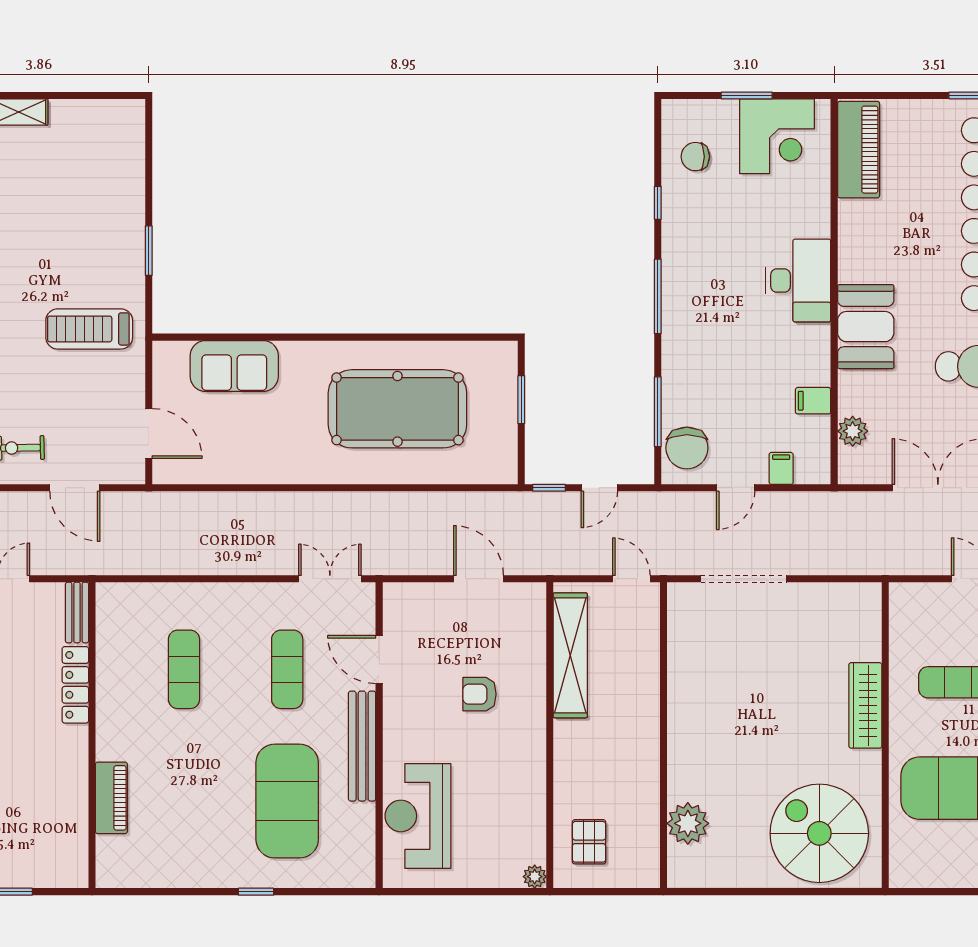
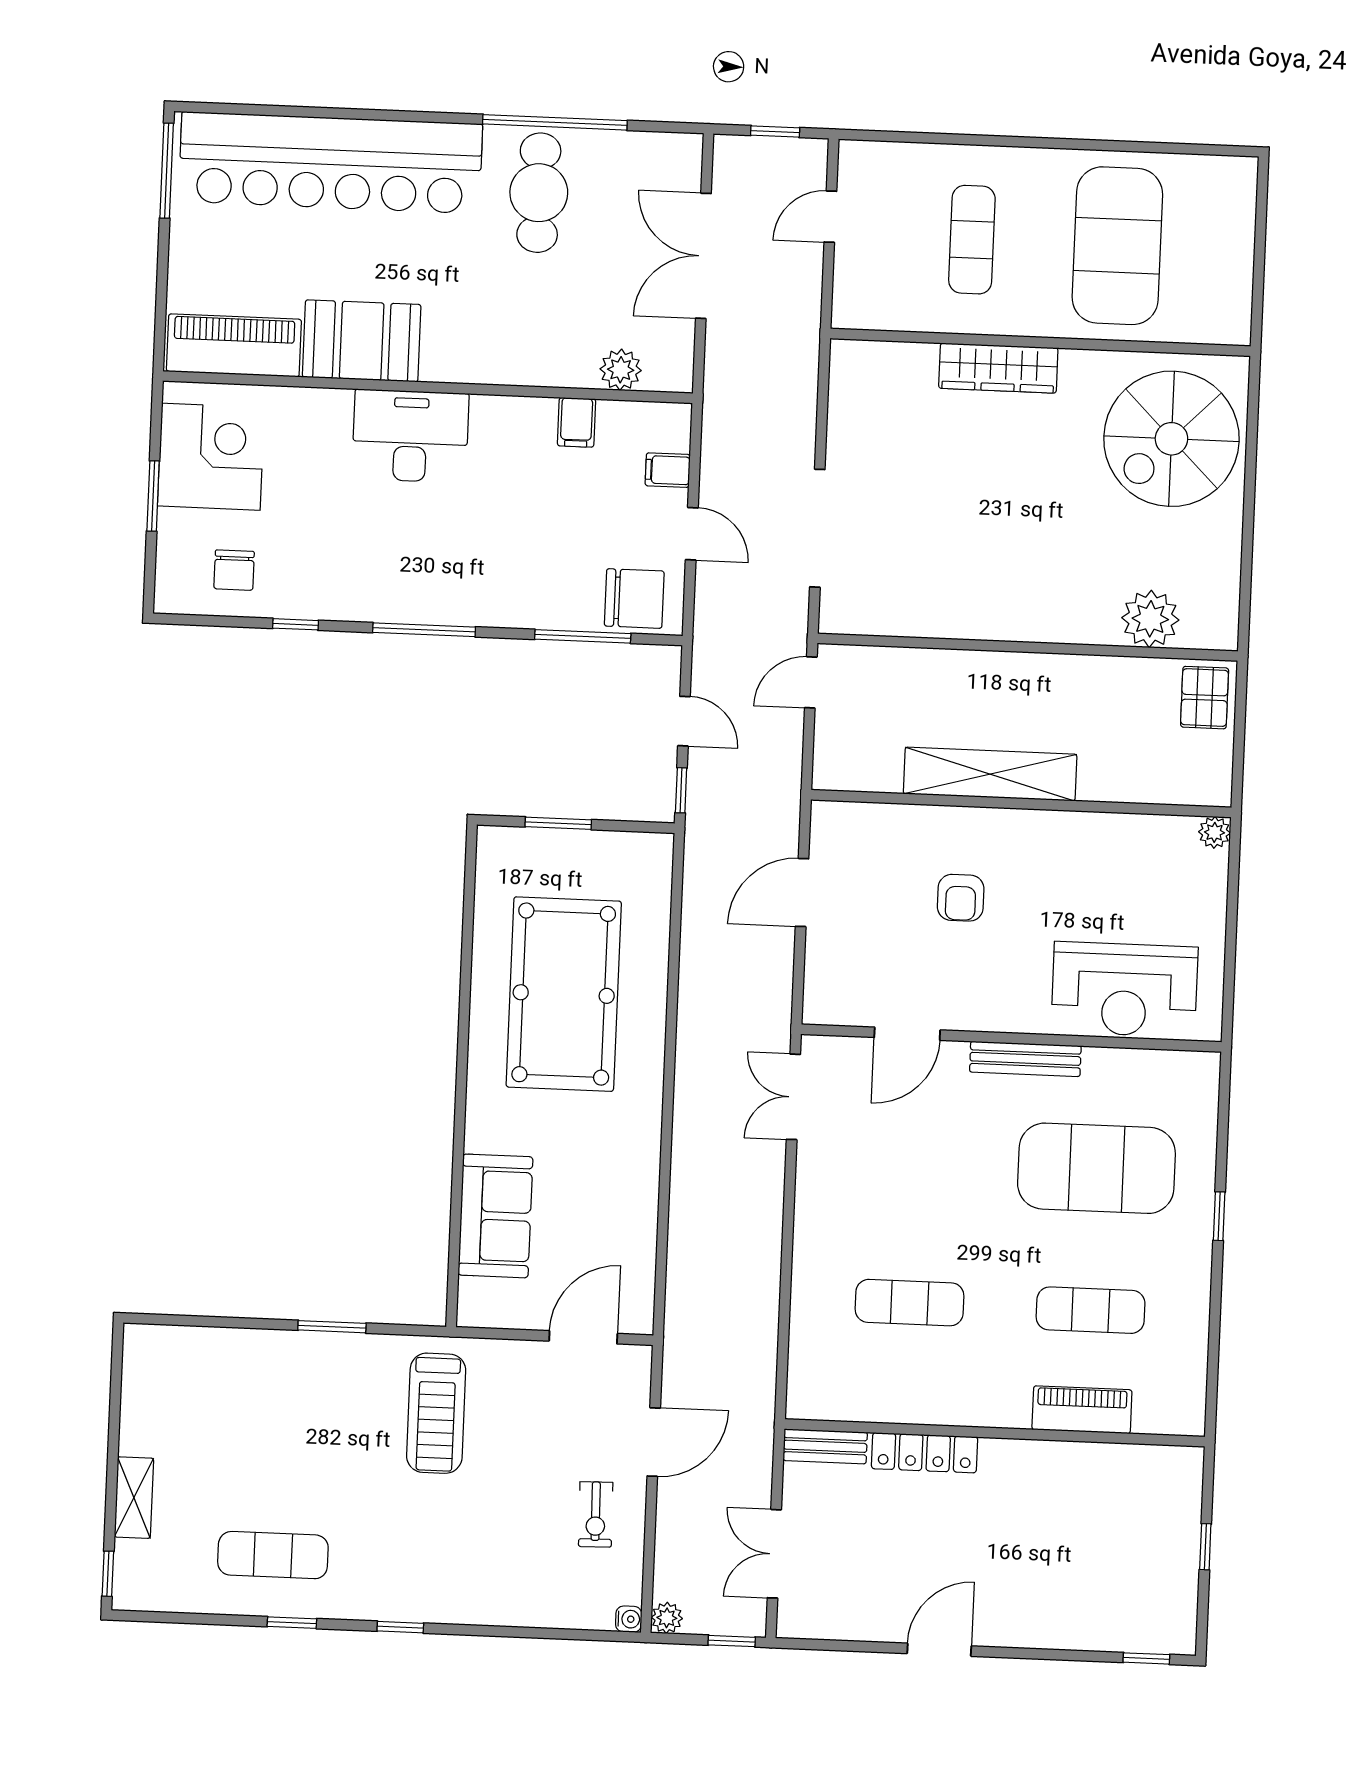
booth: (866, 327) -> (362, 341), moved
shelving: (570, 655) -> (990, 774), moved
exercise mat: (287, 669) -> (1091, 1310), moved
bench: (362, 746) -> (1025, 1059), width x0.73, depth x0.82
pallet: (589, 842) -> (1205, 698), moved, turned 90

